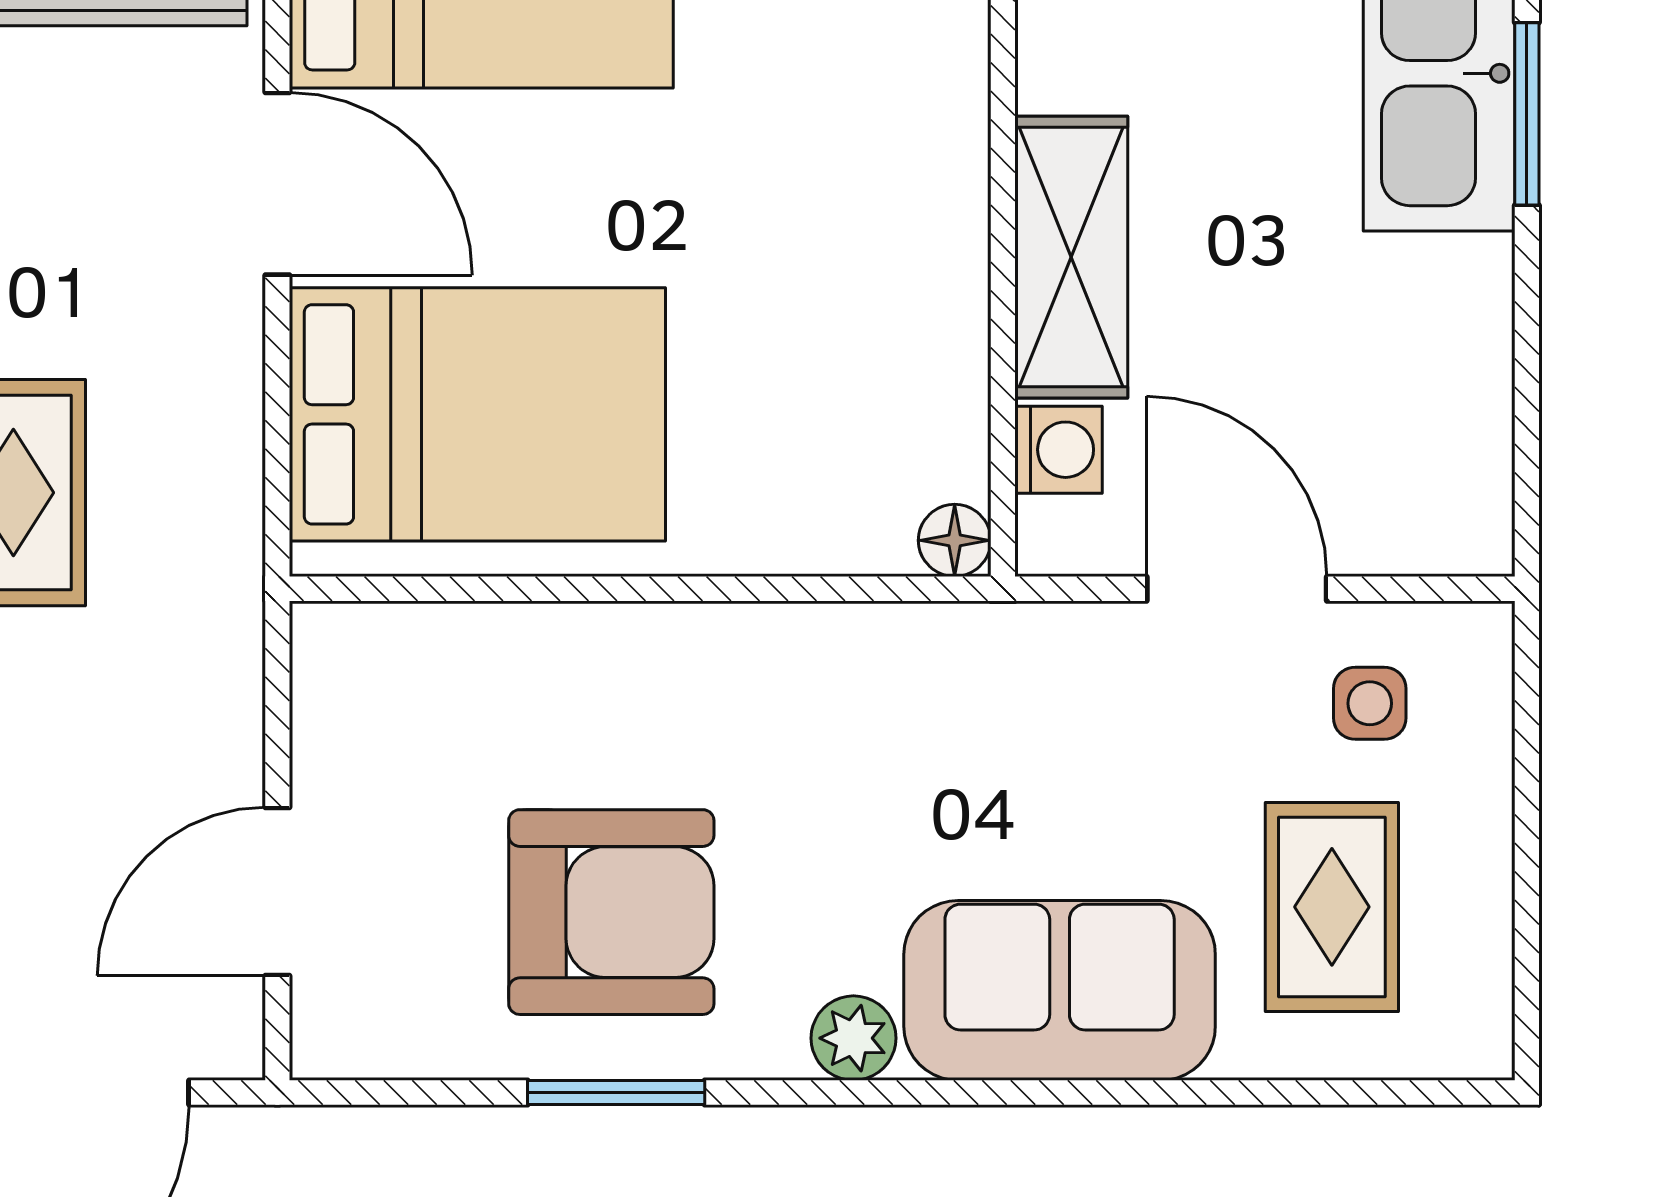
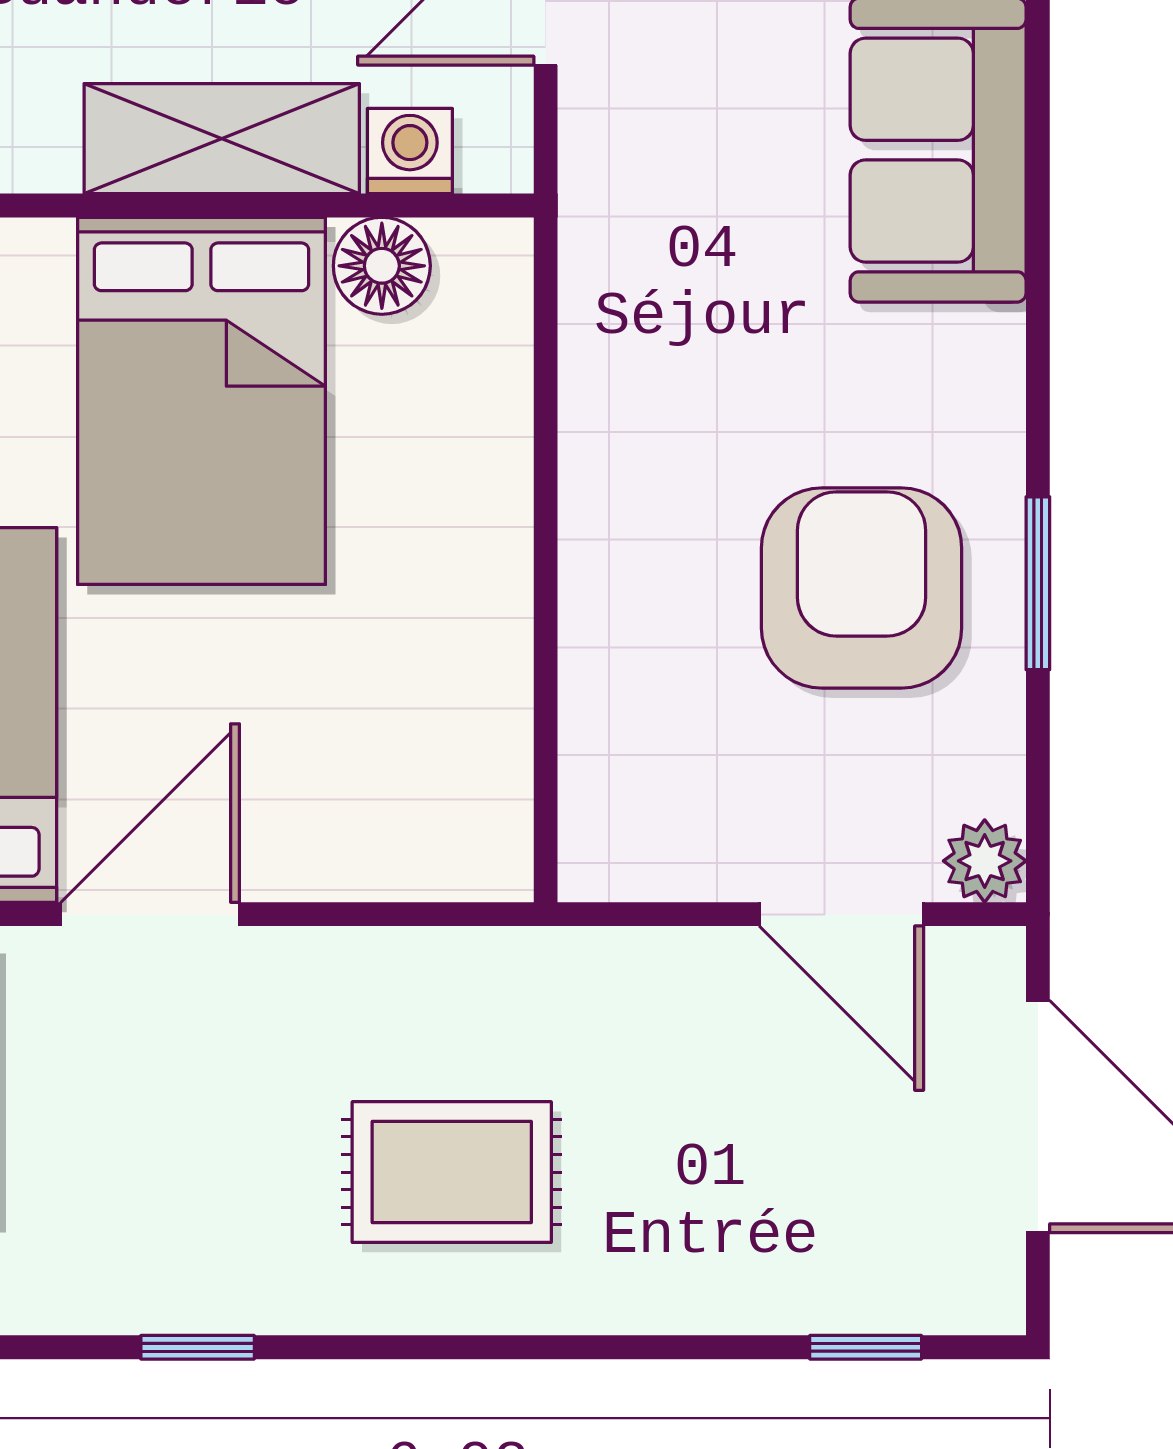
bed: (477, 414) -> (201, 401), moved, turned 180
floor lamp: (955, 540) -> (382, 266), moved, width x1.37, depth x1.37
plant: (853, 1038) -> (985, 861), moved

